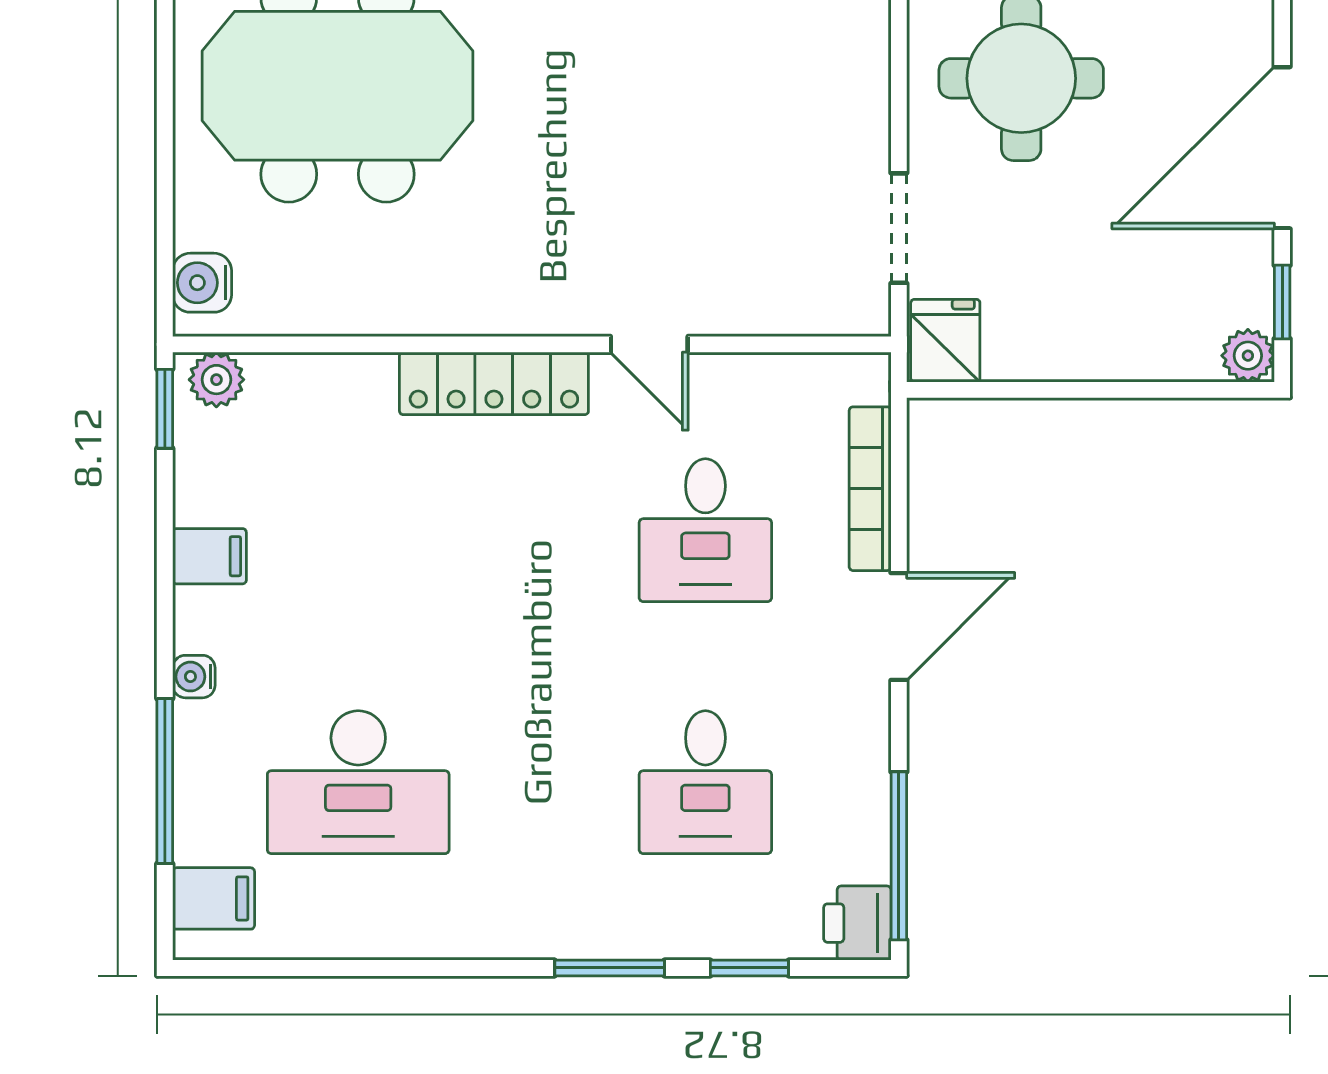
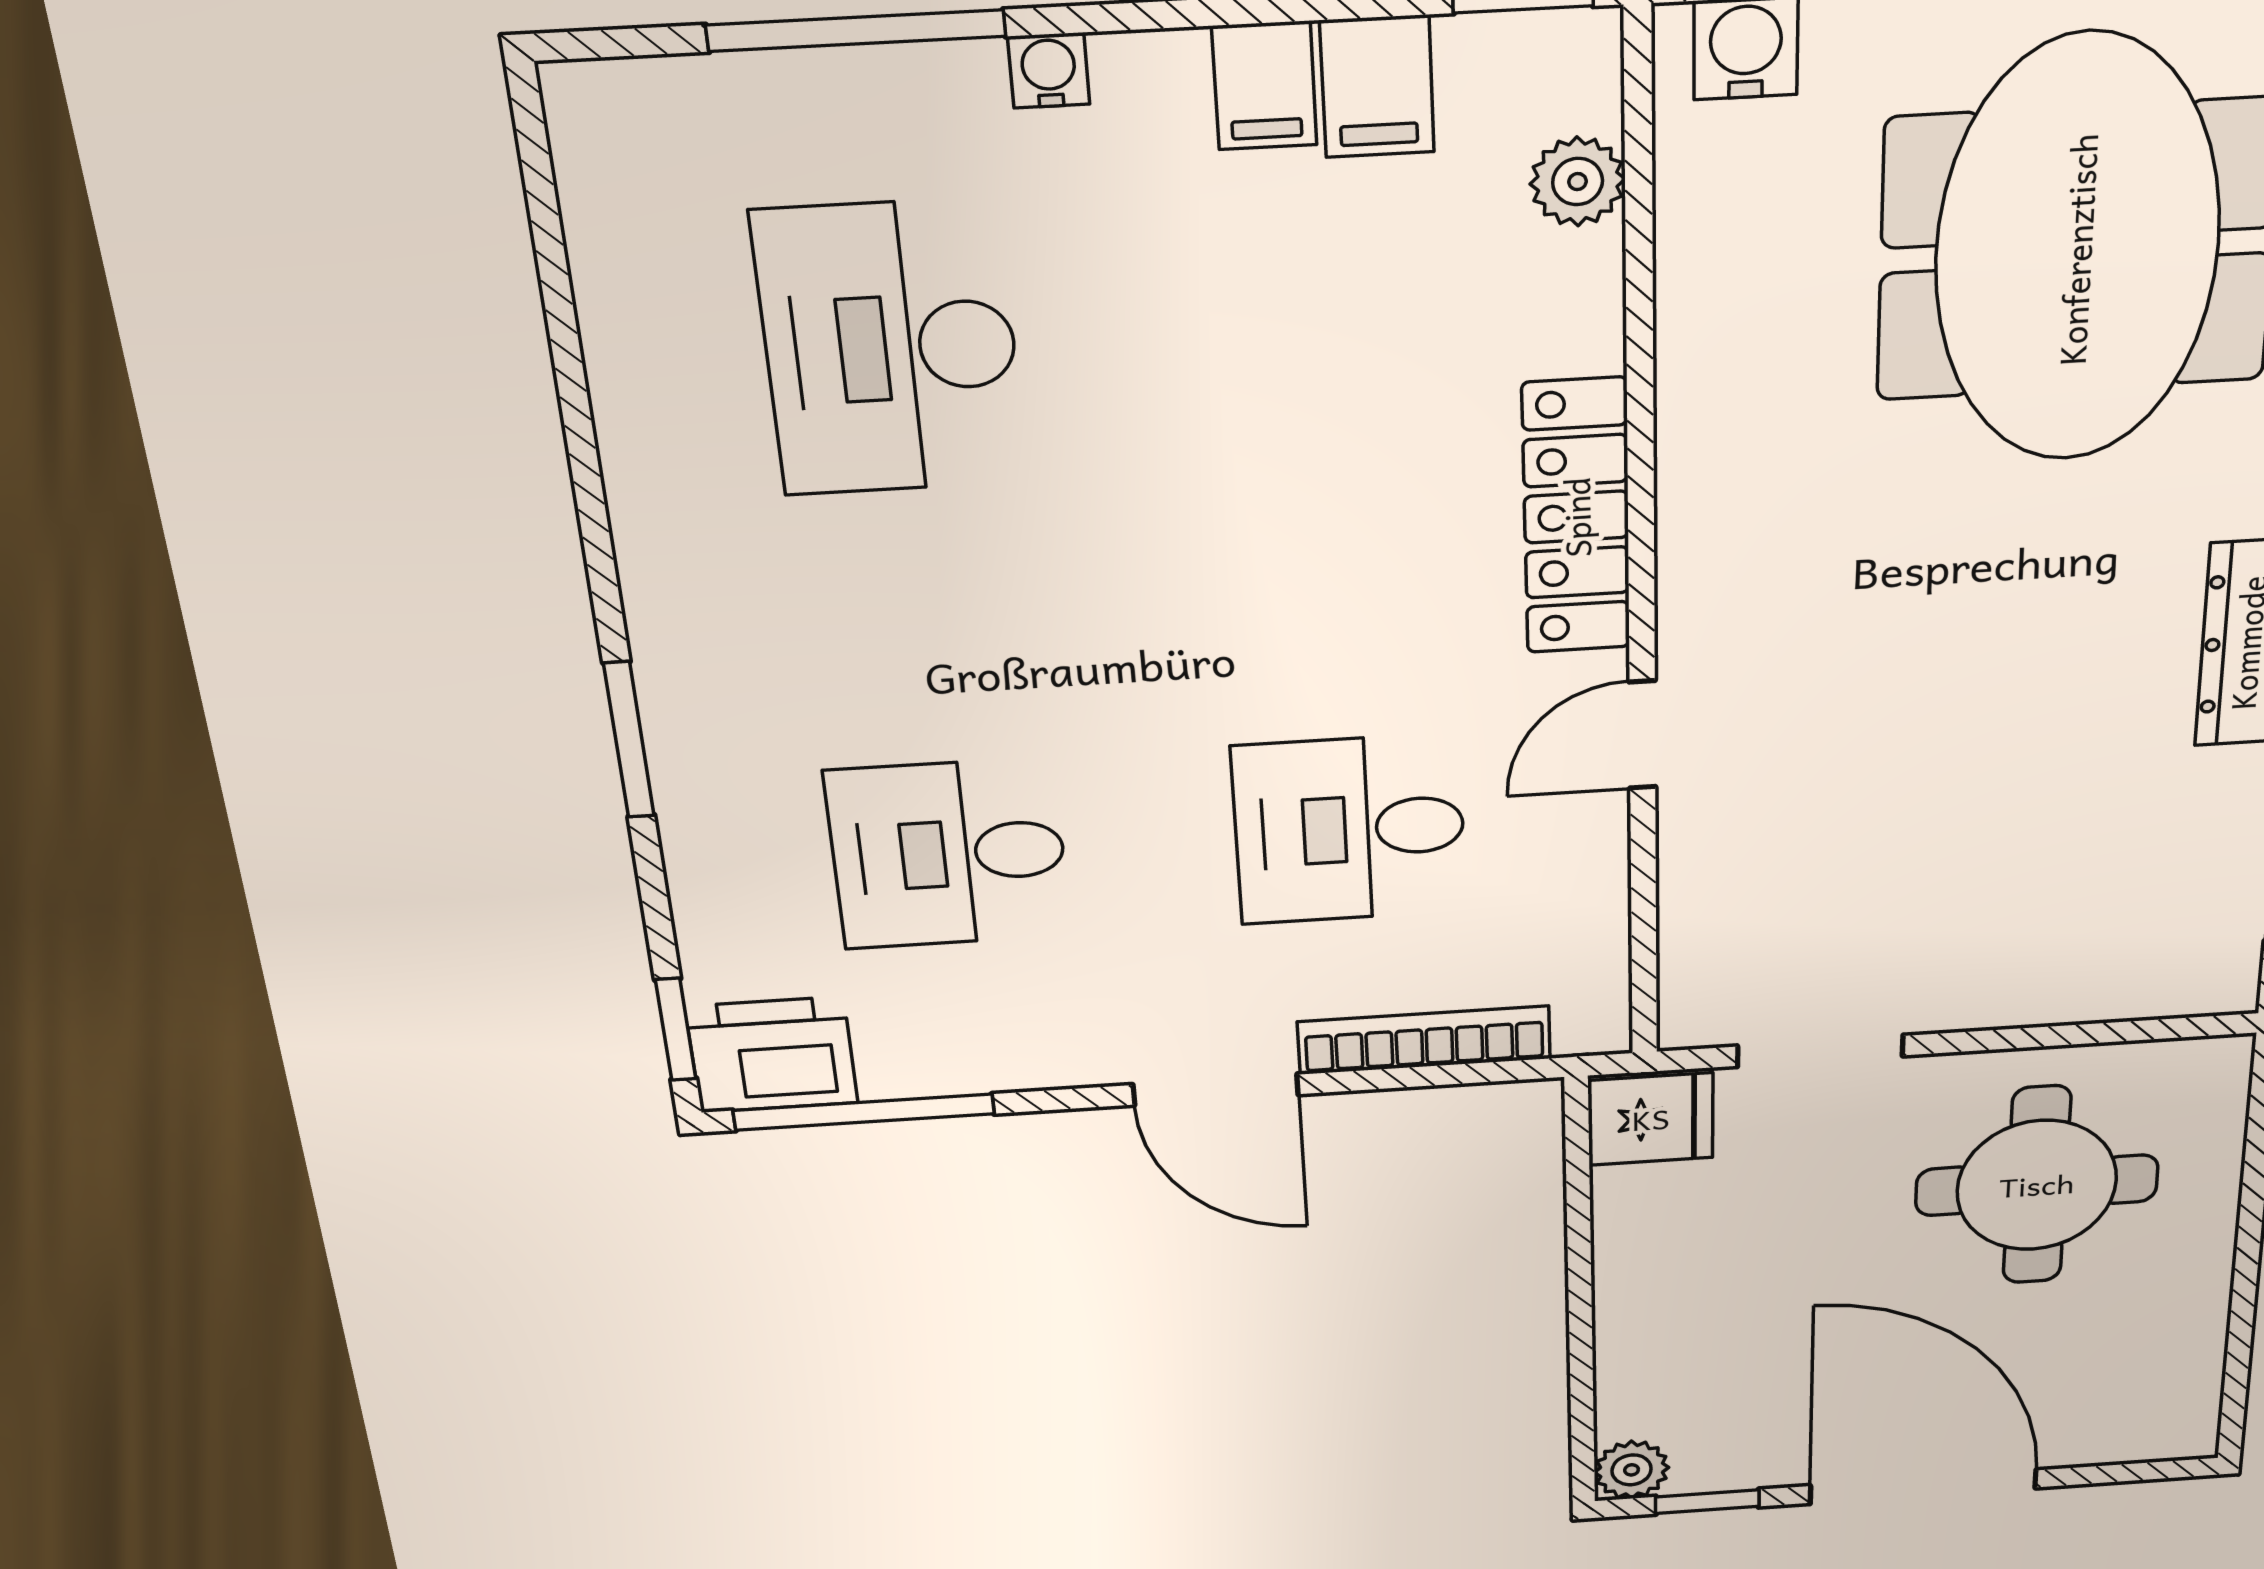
plant: (216, 380) -> (1578, 182), moved
filing cabinet: (214, 898) -> (1377, 87), moved
printer: (857, 923) -> (772, 1055), width x1.36, depth x1.24
window: (749, 968) -> (676, 1029), moved

